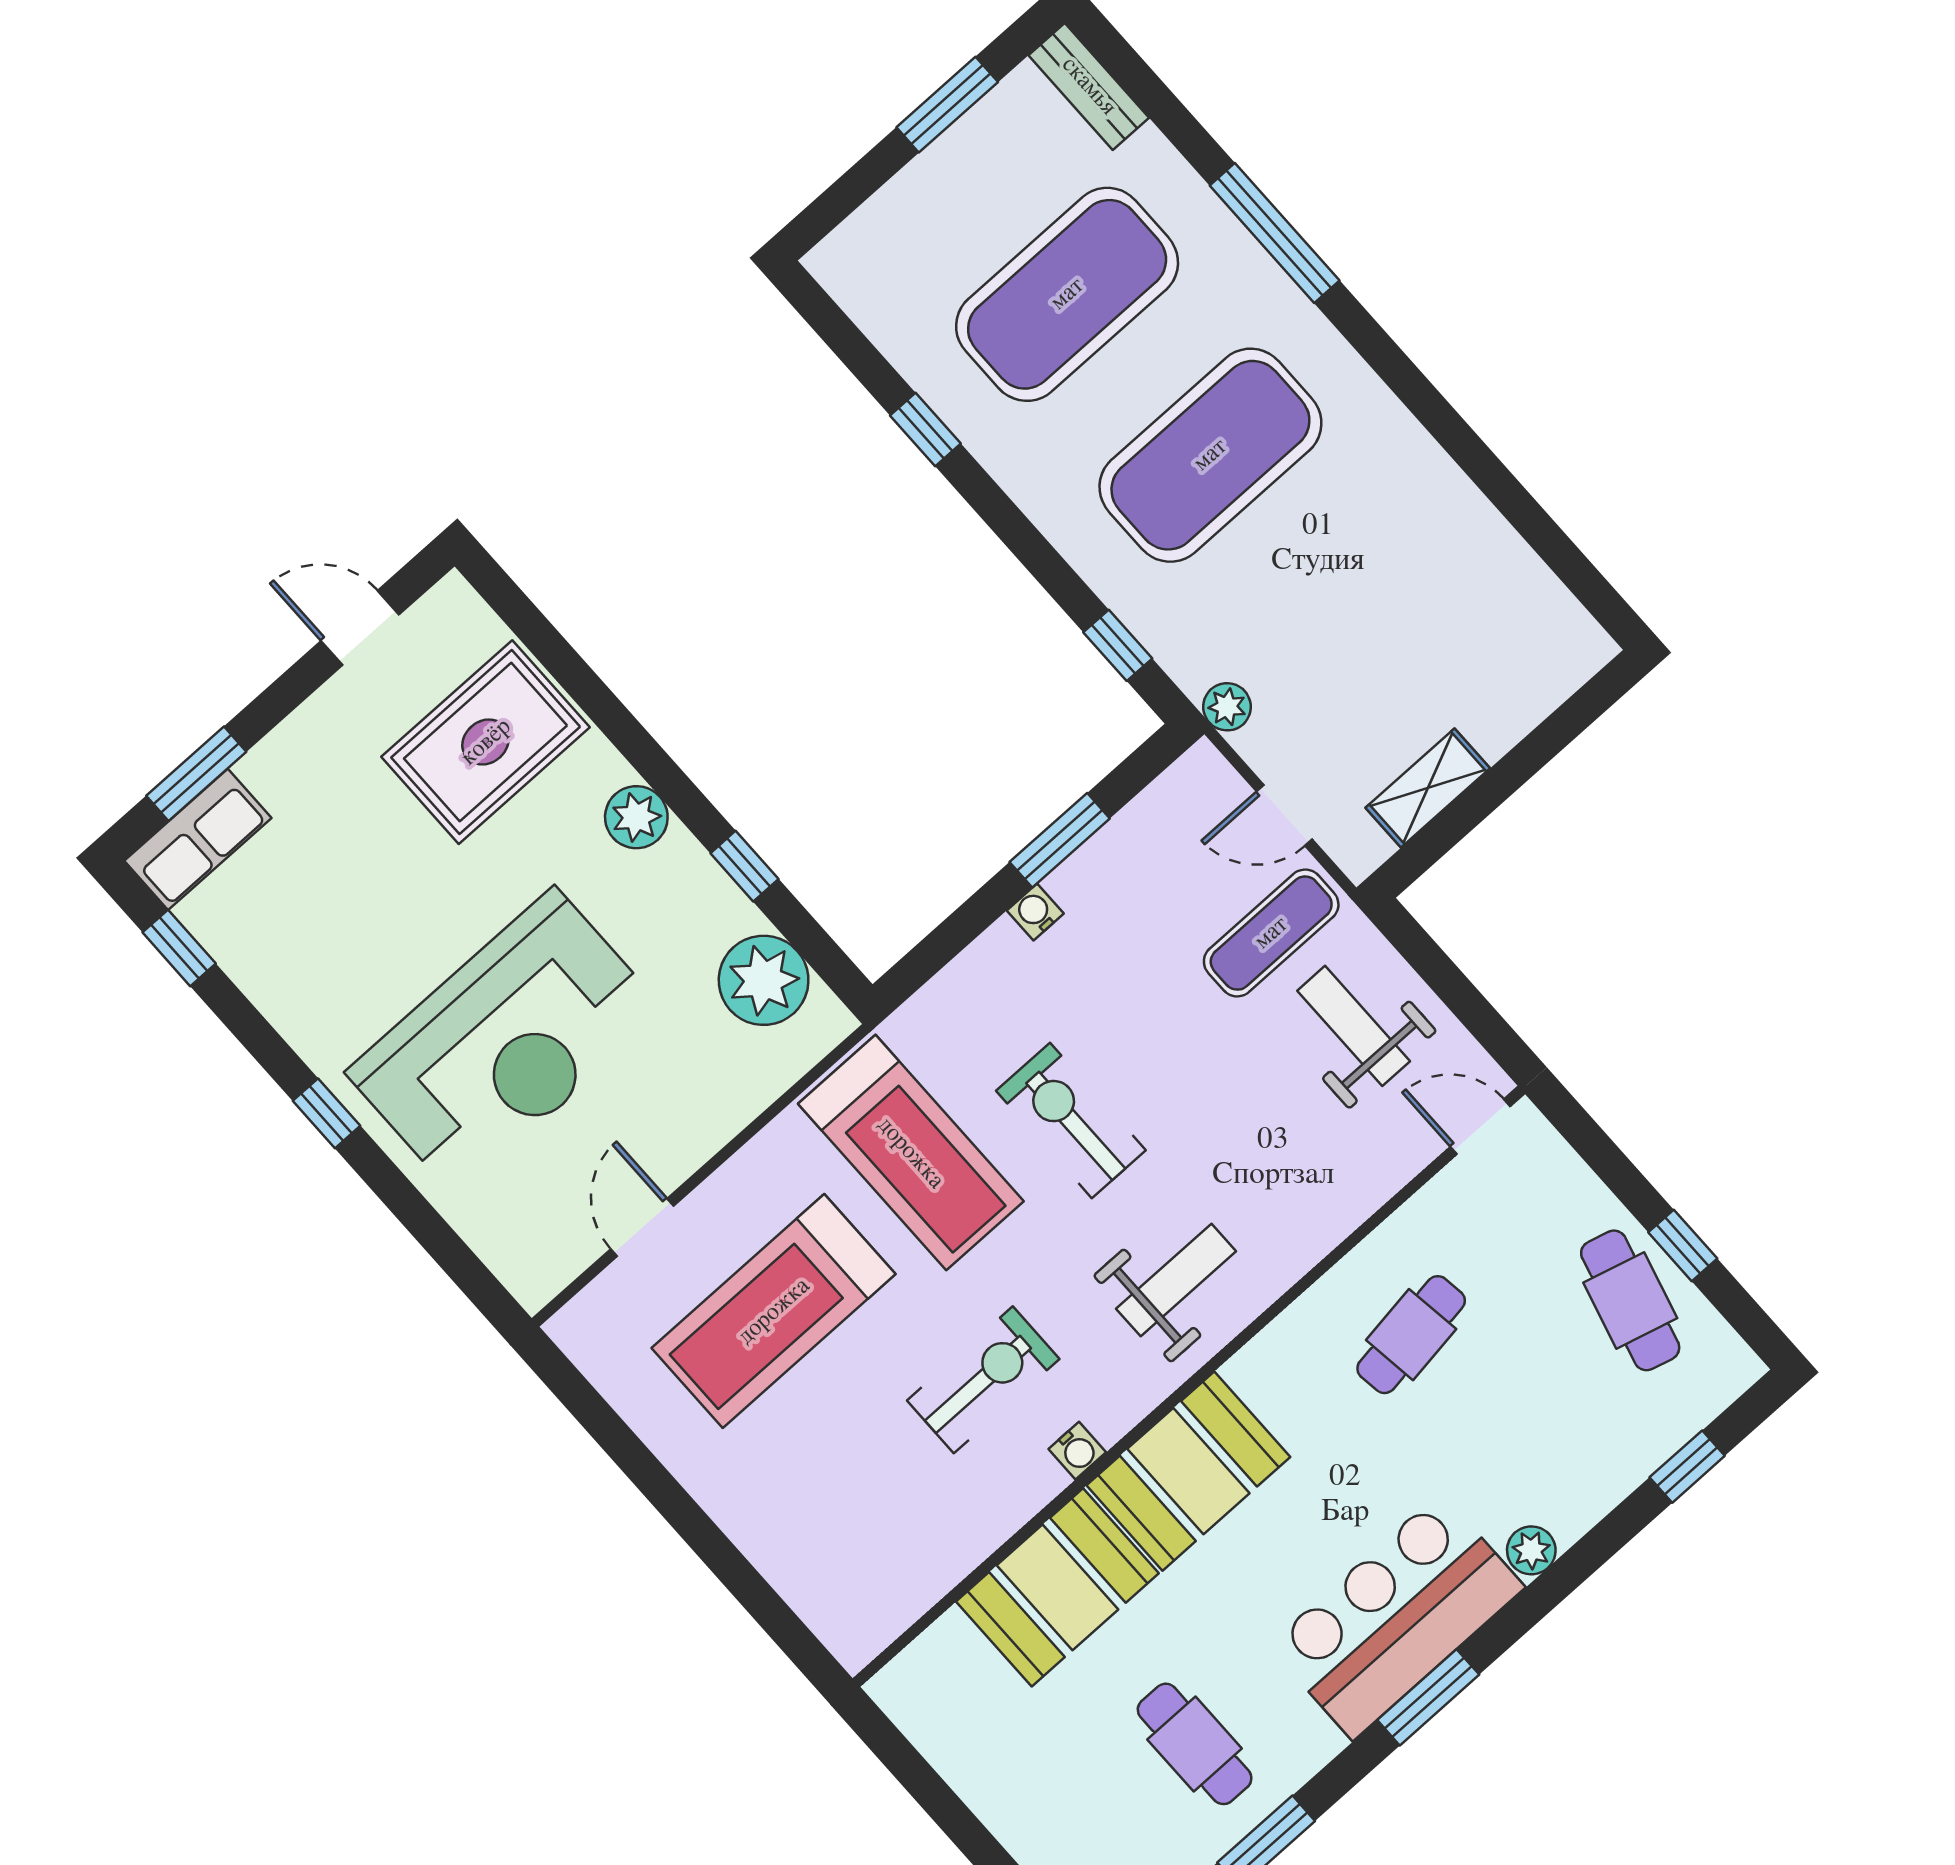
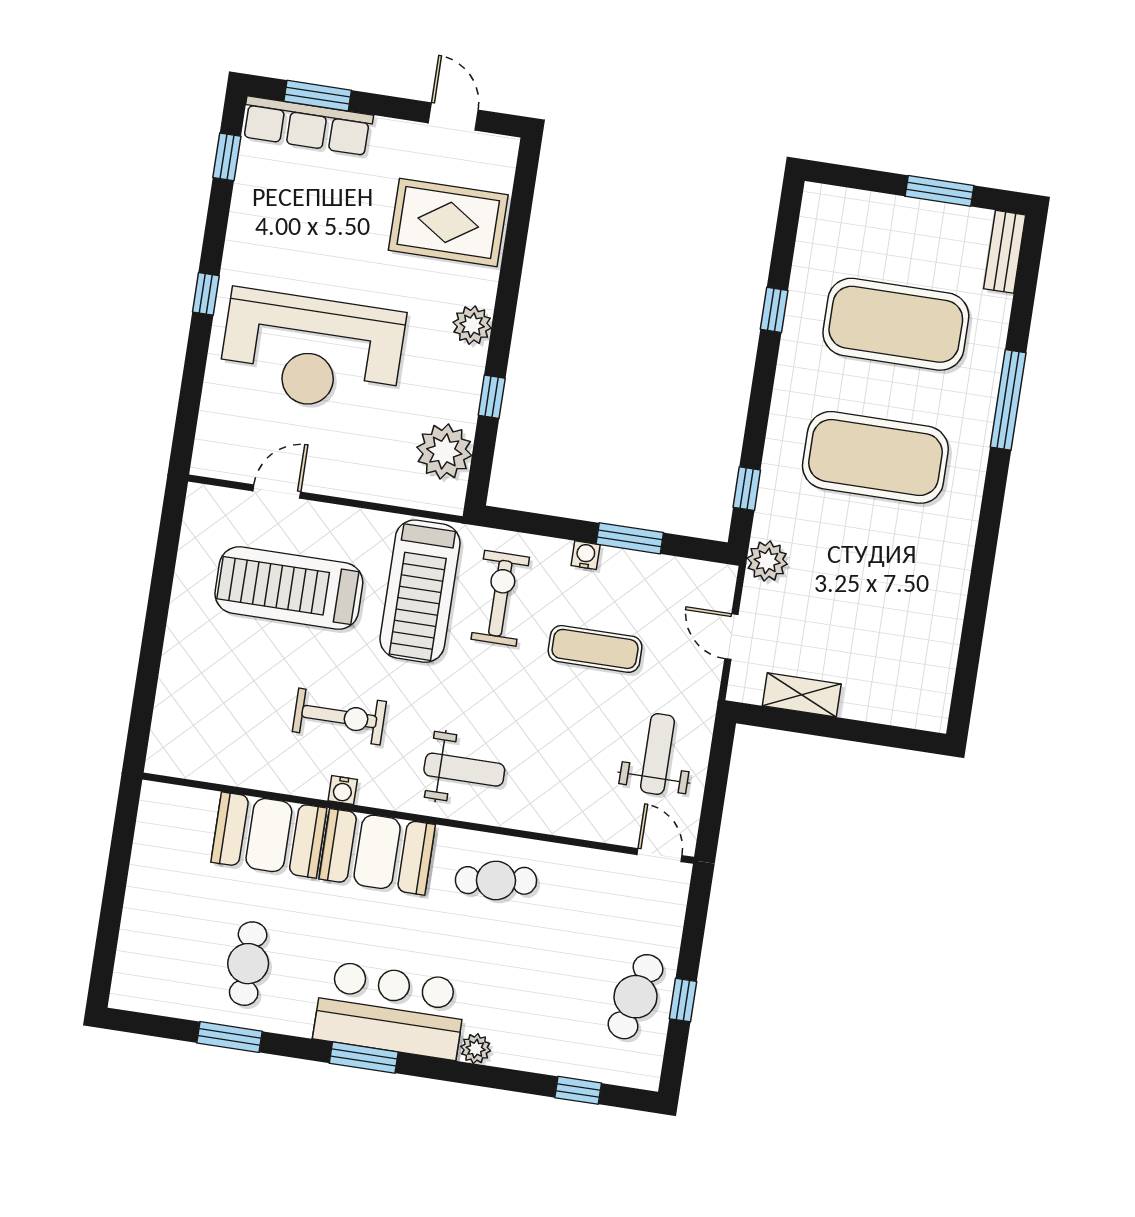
plant: (1227, 707) -> (767, 561), width x1.38, depth x1.38
row of seats: (198, 839) -> (307, 126), width x1.48
exercise mat: (1271, 933) -> (595, 649), moved
exercise bike: (1071, 1120) -> (500, 598), moved
cafe table: (1411, 1335) -> (496, 880), moved

